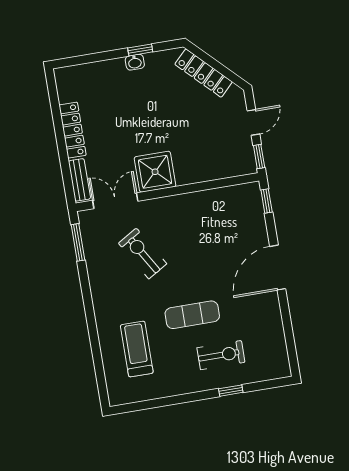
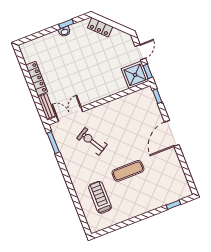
locker: (204, 73) -> (100, 27), width x0.66
shower: (155, 172) -> (135, 75), moved
exercise bike: (221, 355) -> (149, 191), removed
window: (231, 391) -> (173, 205), moved

